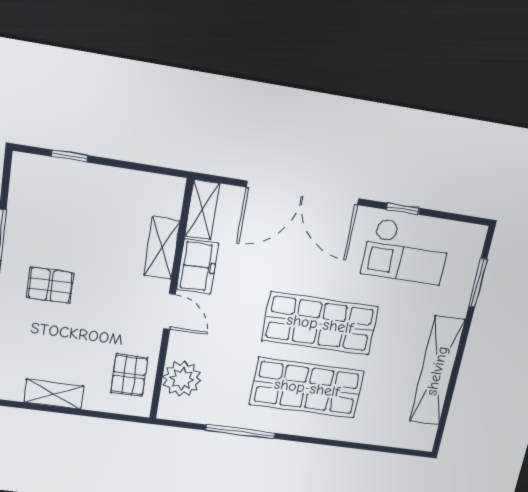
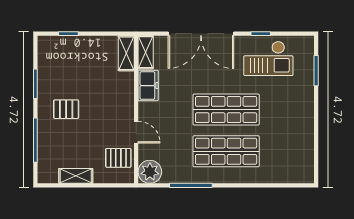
shelving: (162, 248) -> (126, 53), moved
door: (169, 311) -> (136, 132), moved
shelving: (437, 371) -> (304, 129), removed
pallet: (129, 375) -> (118, 158), turned 90
plant: (182, 379) -> (150, 172), moved

